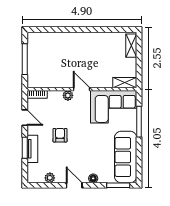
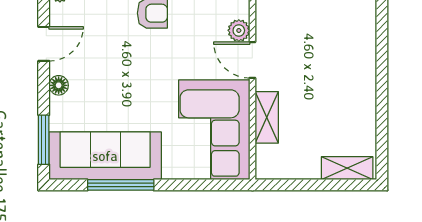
shelving: (125, 83) -> (267, 117), moved
door: (82, 89) -> (252, 60), swing flipped
window: (139, 122) -> (121, 185), moved

